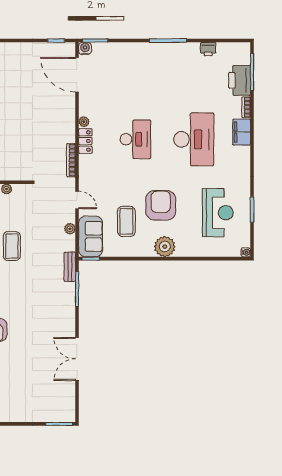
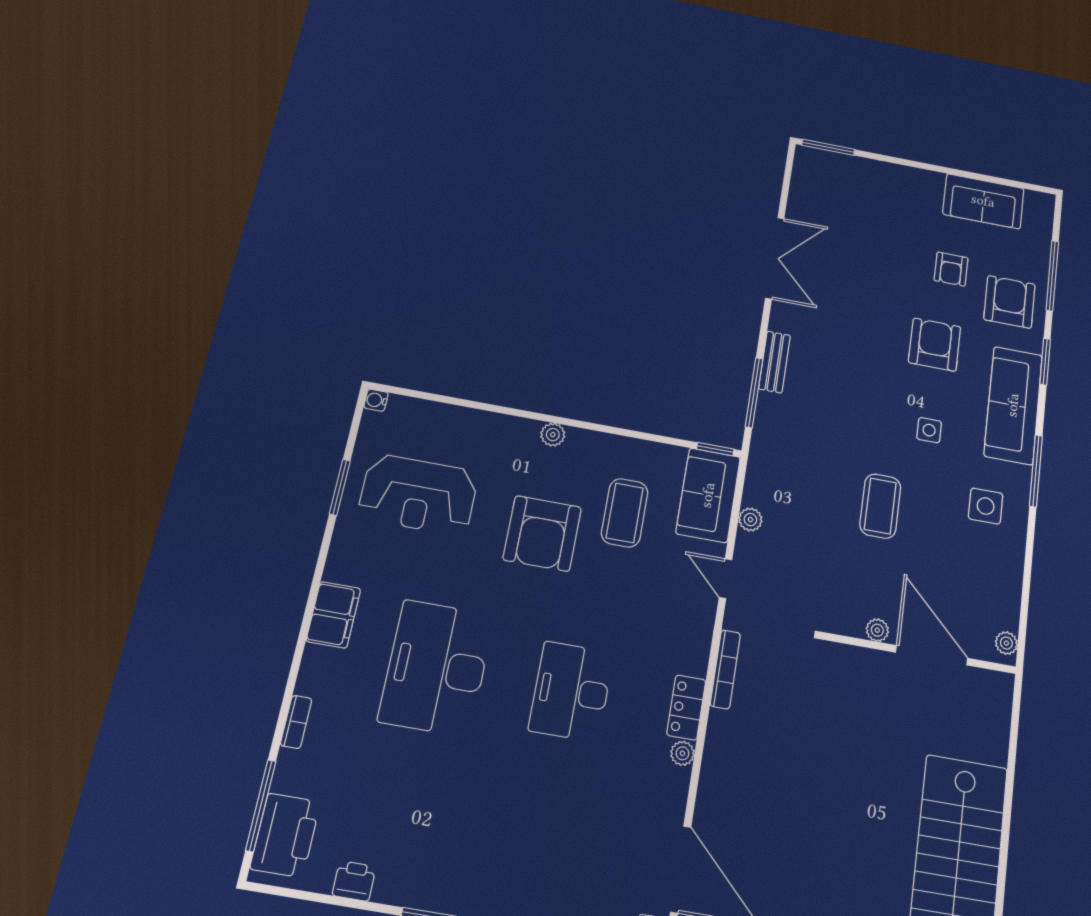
printer: (239, 80) -> (285, 835), moved
filing cabinet: (242, 132) -> (333, 615), moved
reception desk: (218, 213) -> (418, 495), turned -90
plant: (165, 247) -> (553, 435), width x0.53, depth x0.53
bench: (70, 267) -> (774, 362), moved

